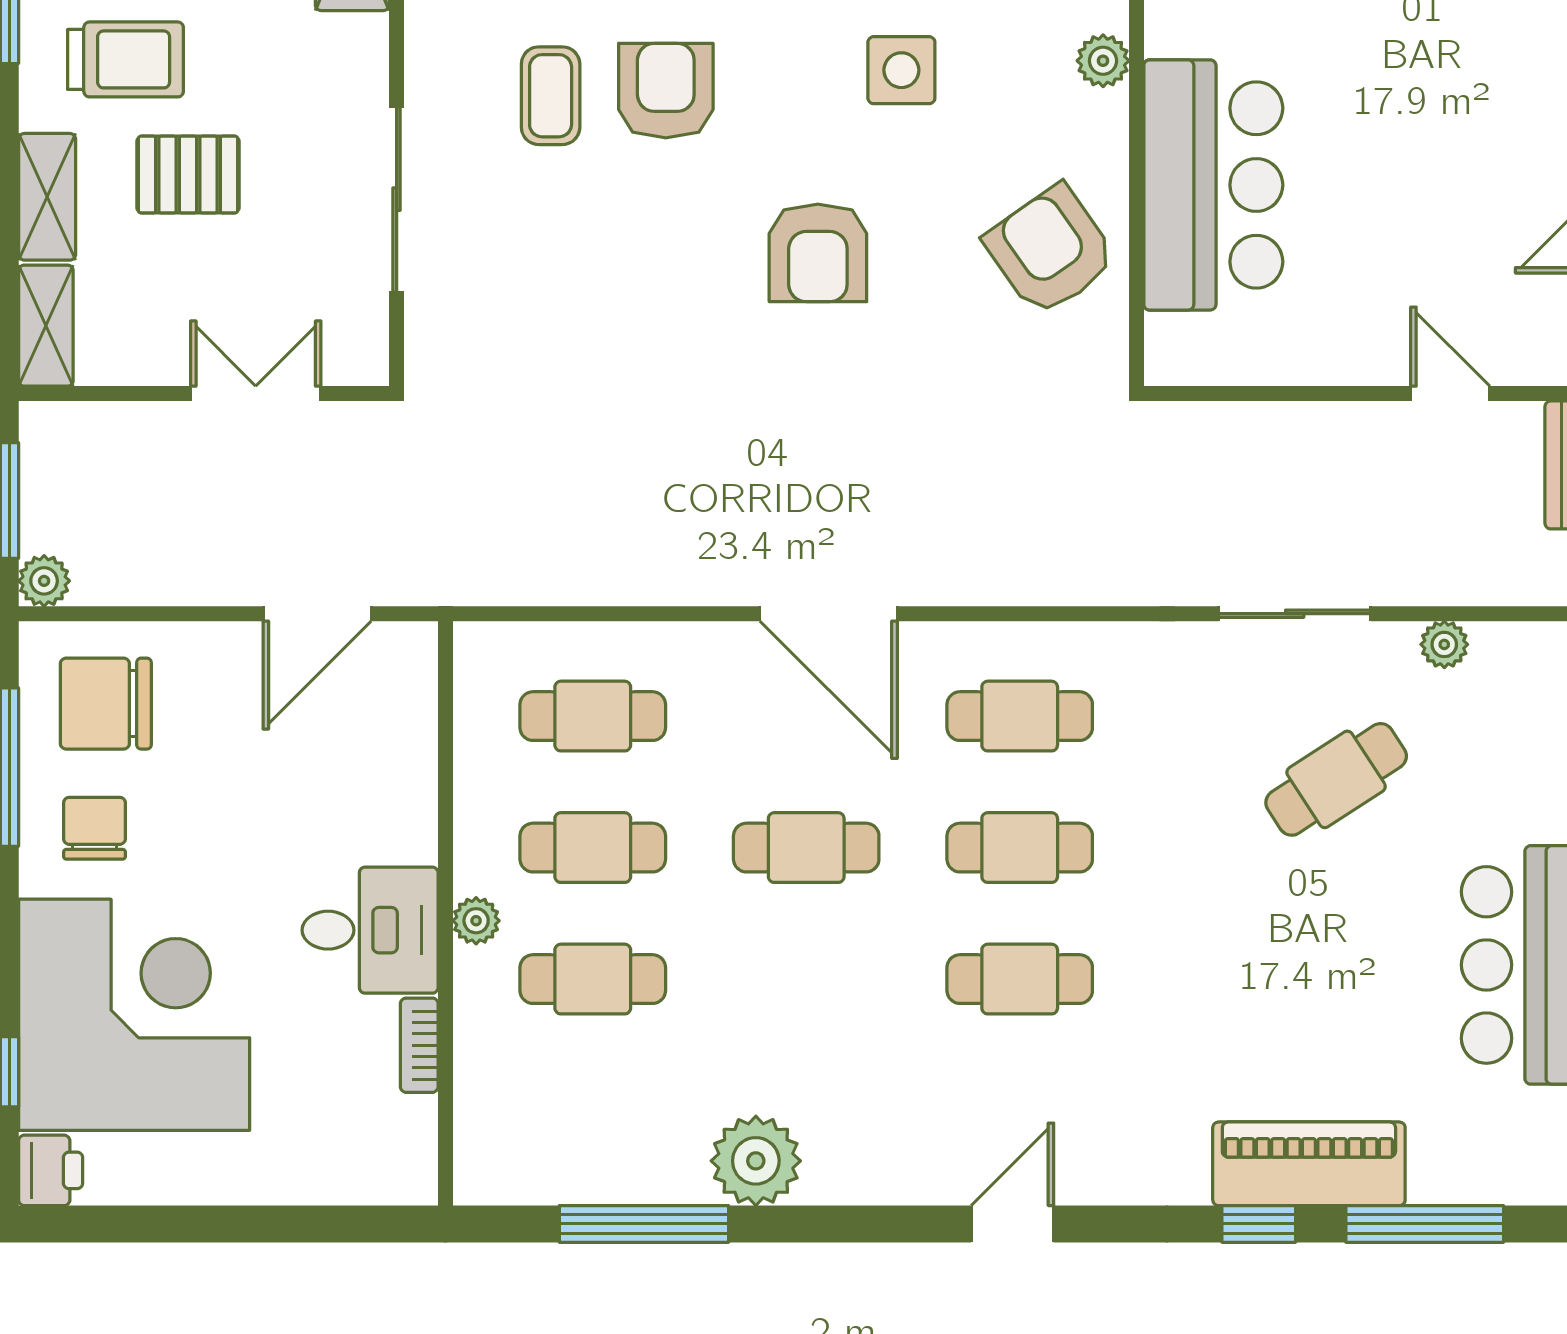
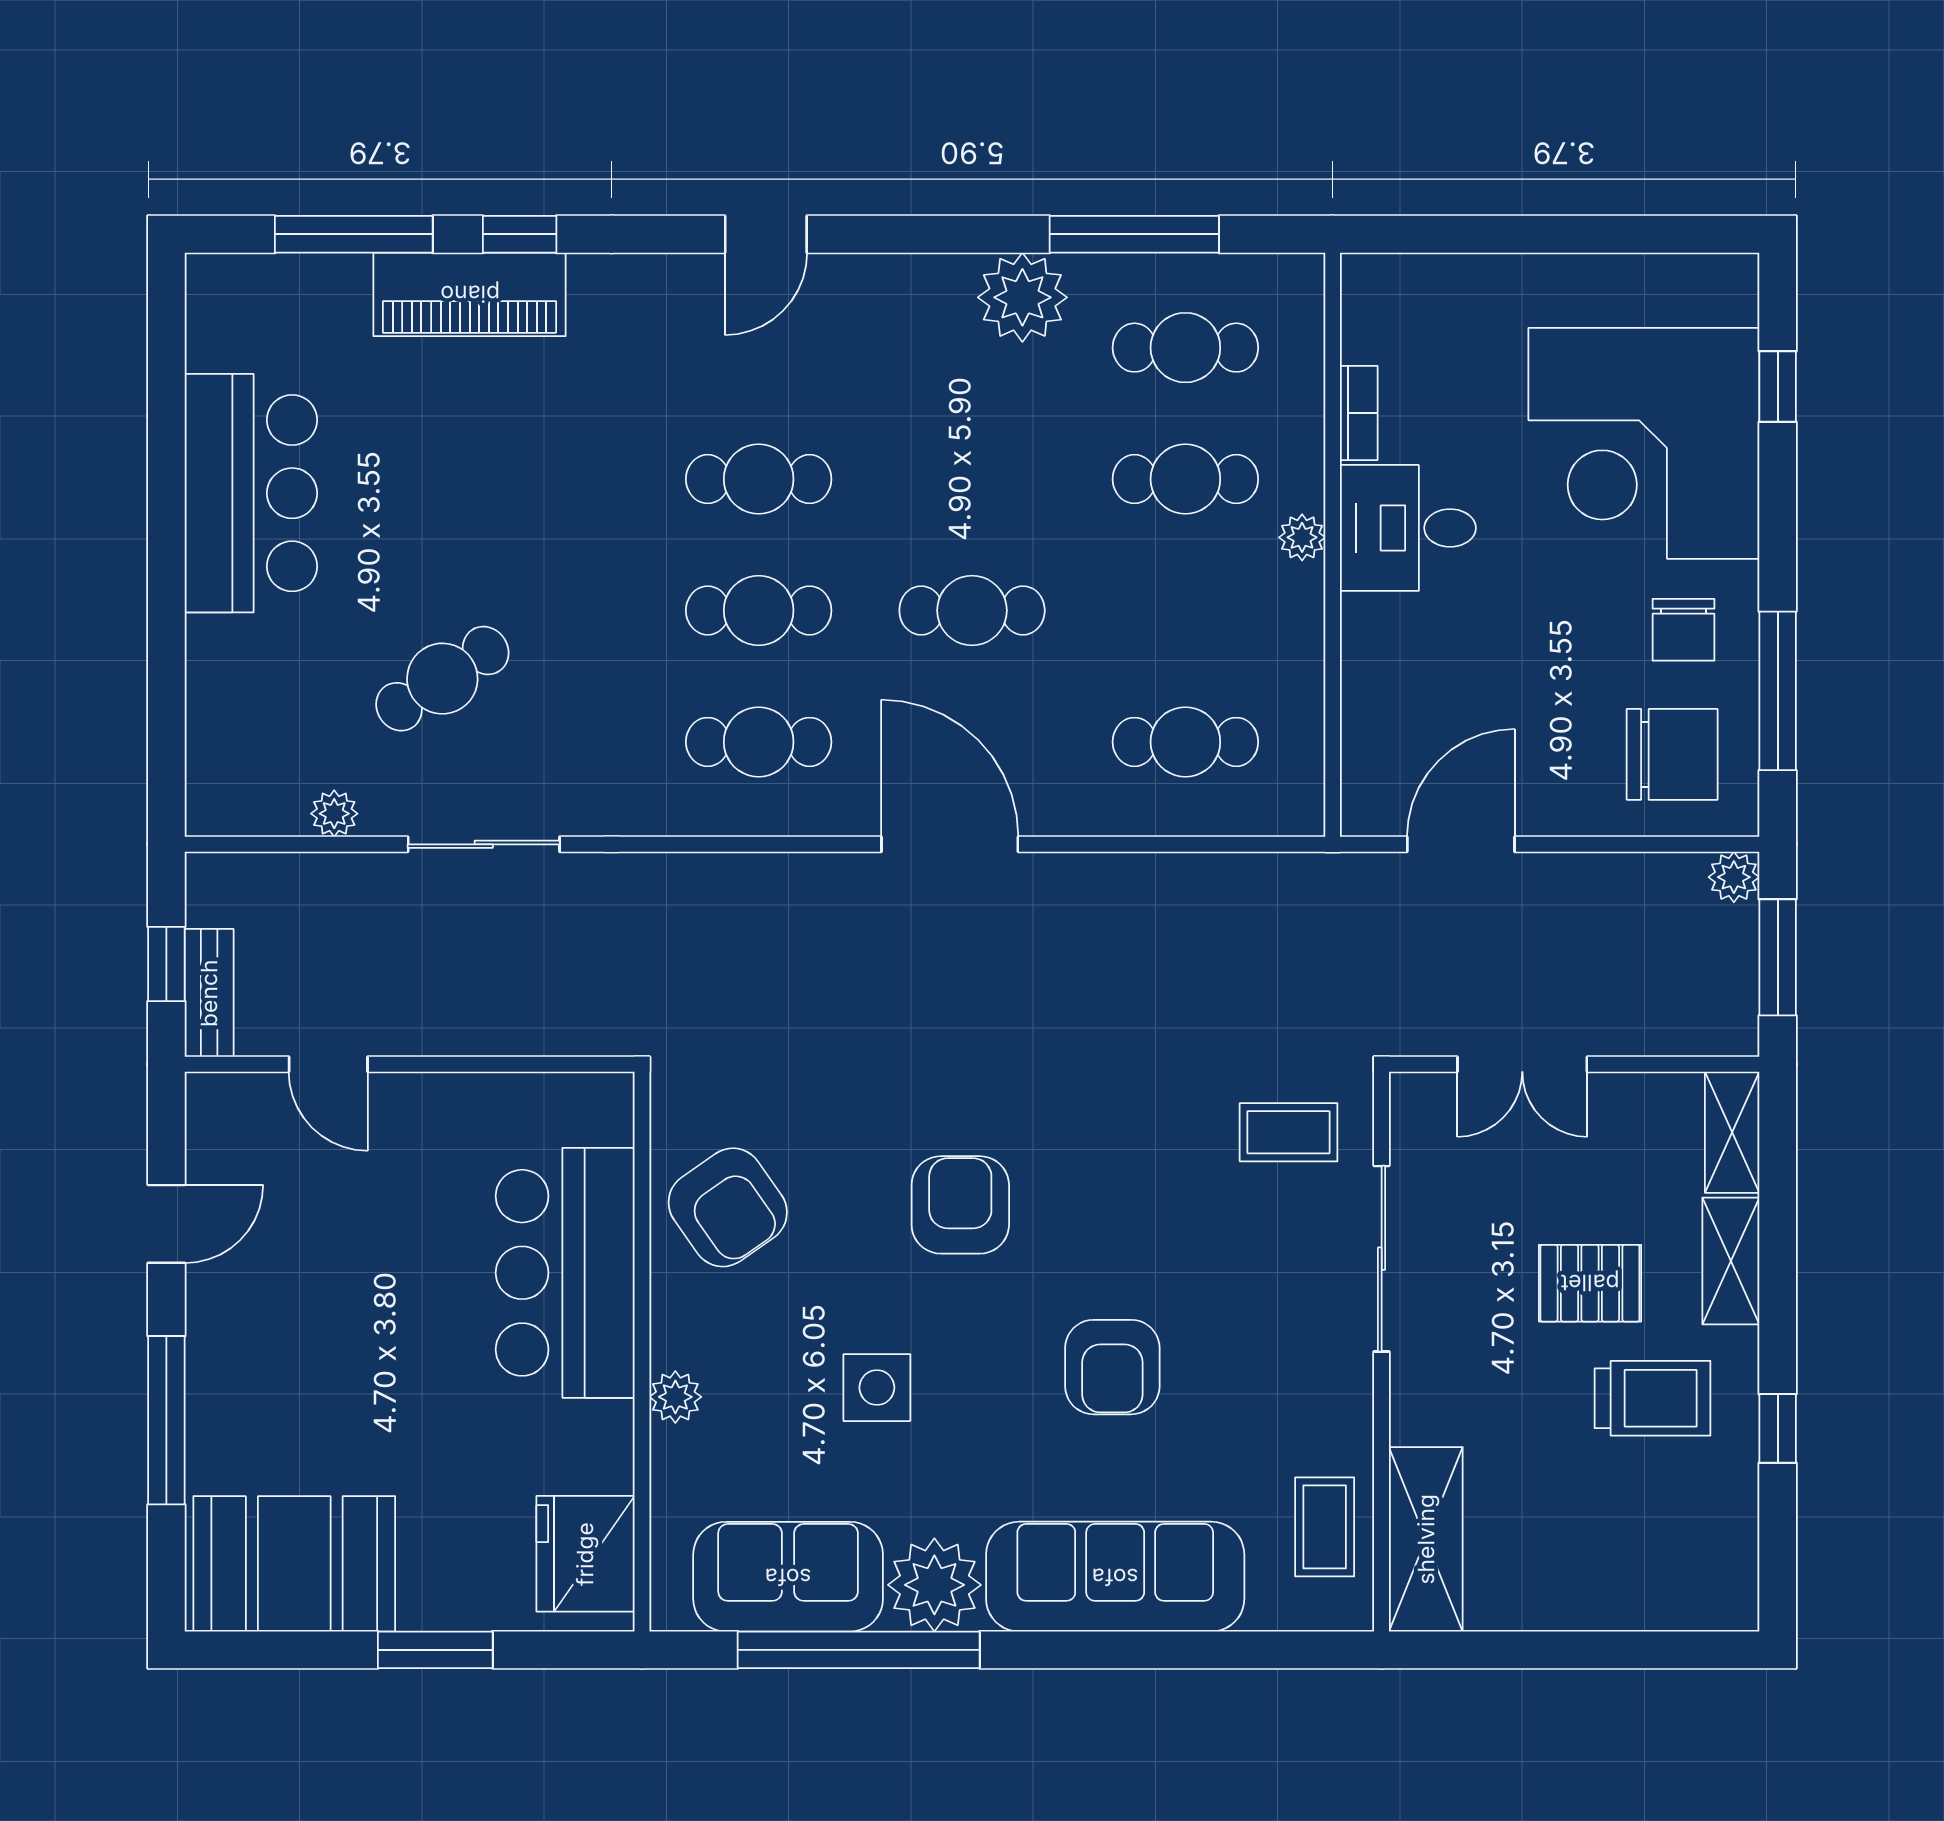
trolley: (125, 59) -> (1652, 1398), turned 180
coffee table: (551, 96) -> (1289, 1132), moved, turned 90
cafe table: (593, 848) -> (1185, 348), moved
printer: (51, 1170) -> (1727, 288), removed

